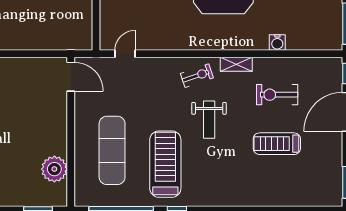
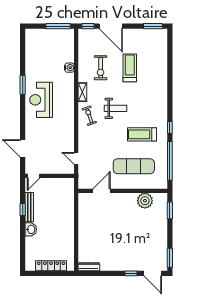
door: (71, 77) -> (101, 191), moved
treadmill: (277, 144) -> (130, 68), turned 180
treadmill: (165, 164) -> (142, 134), width x0.73, depth x0.73

